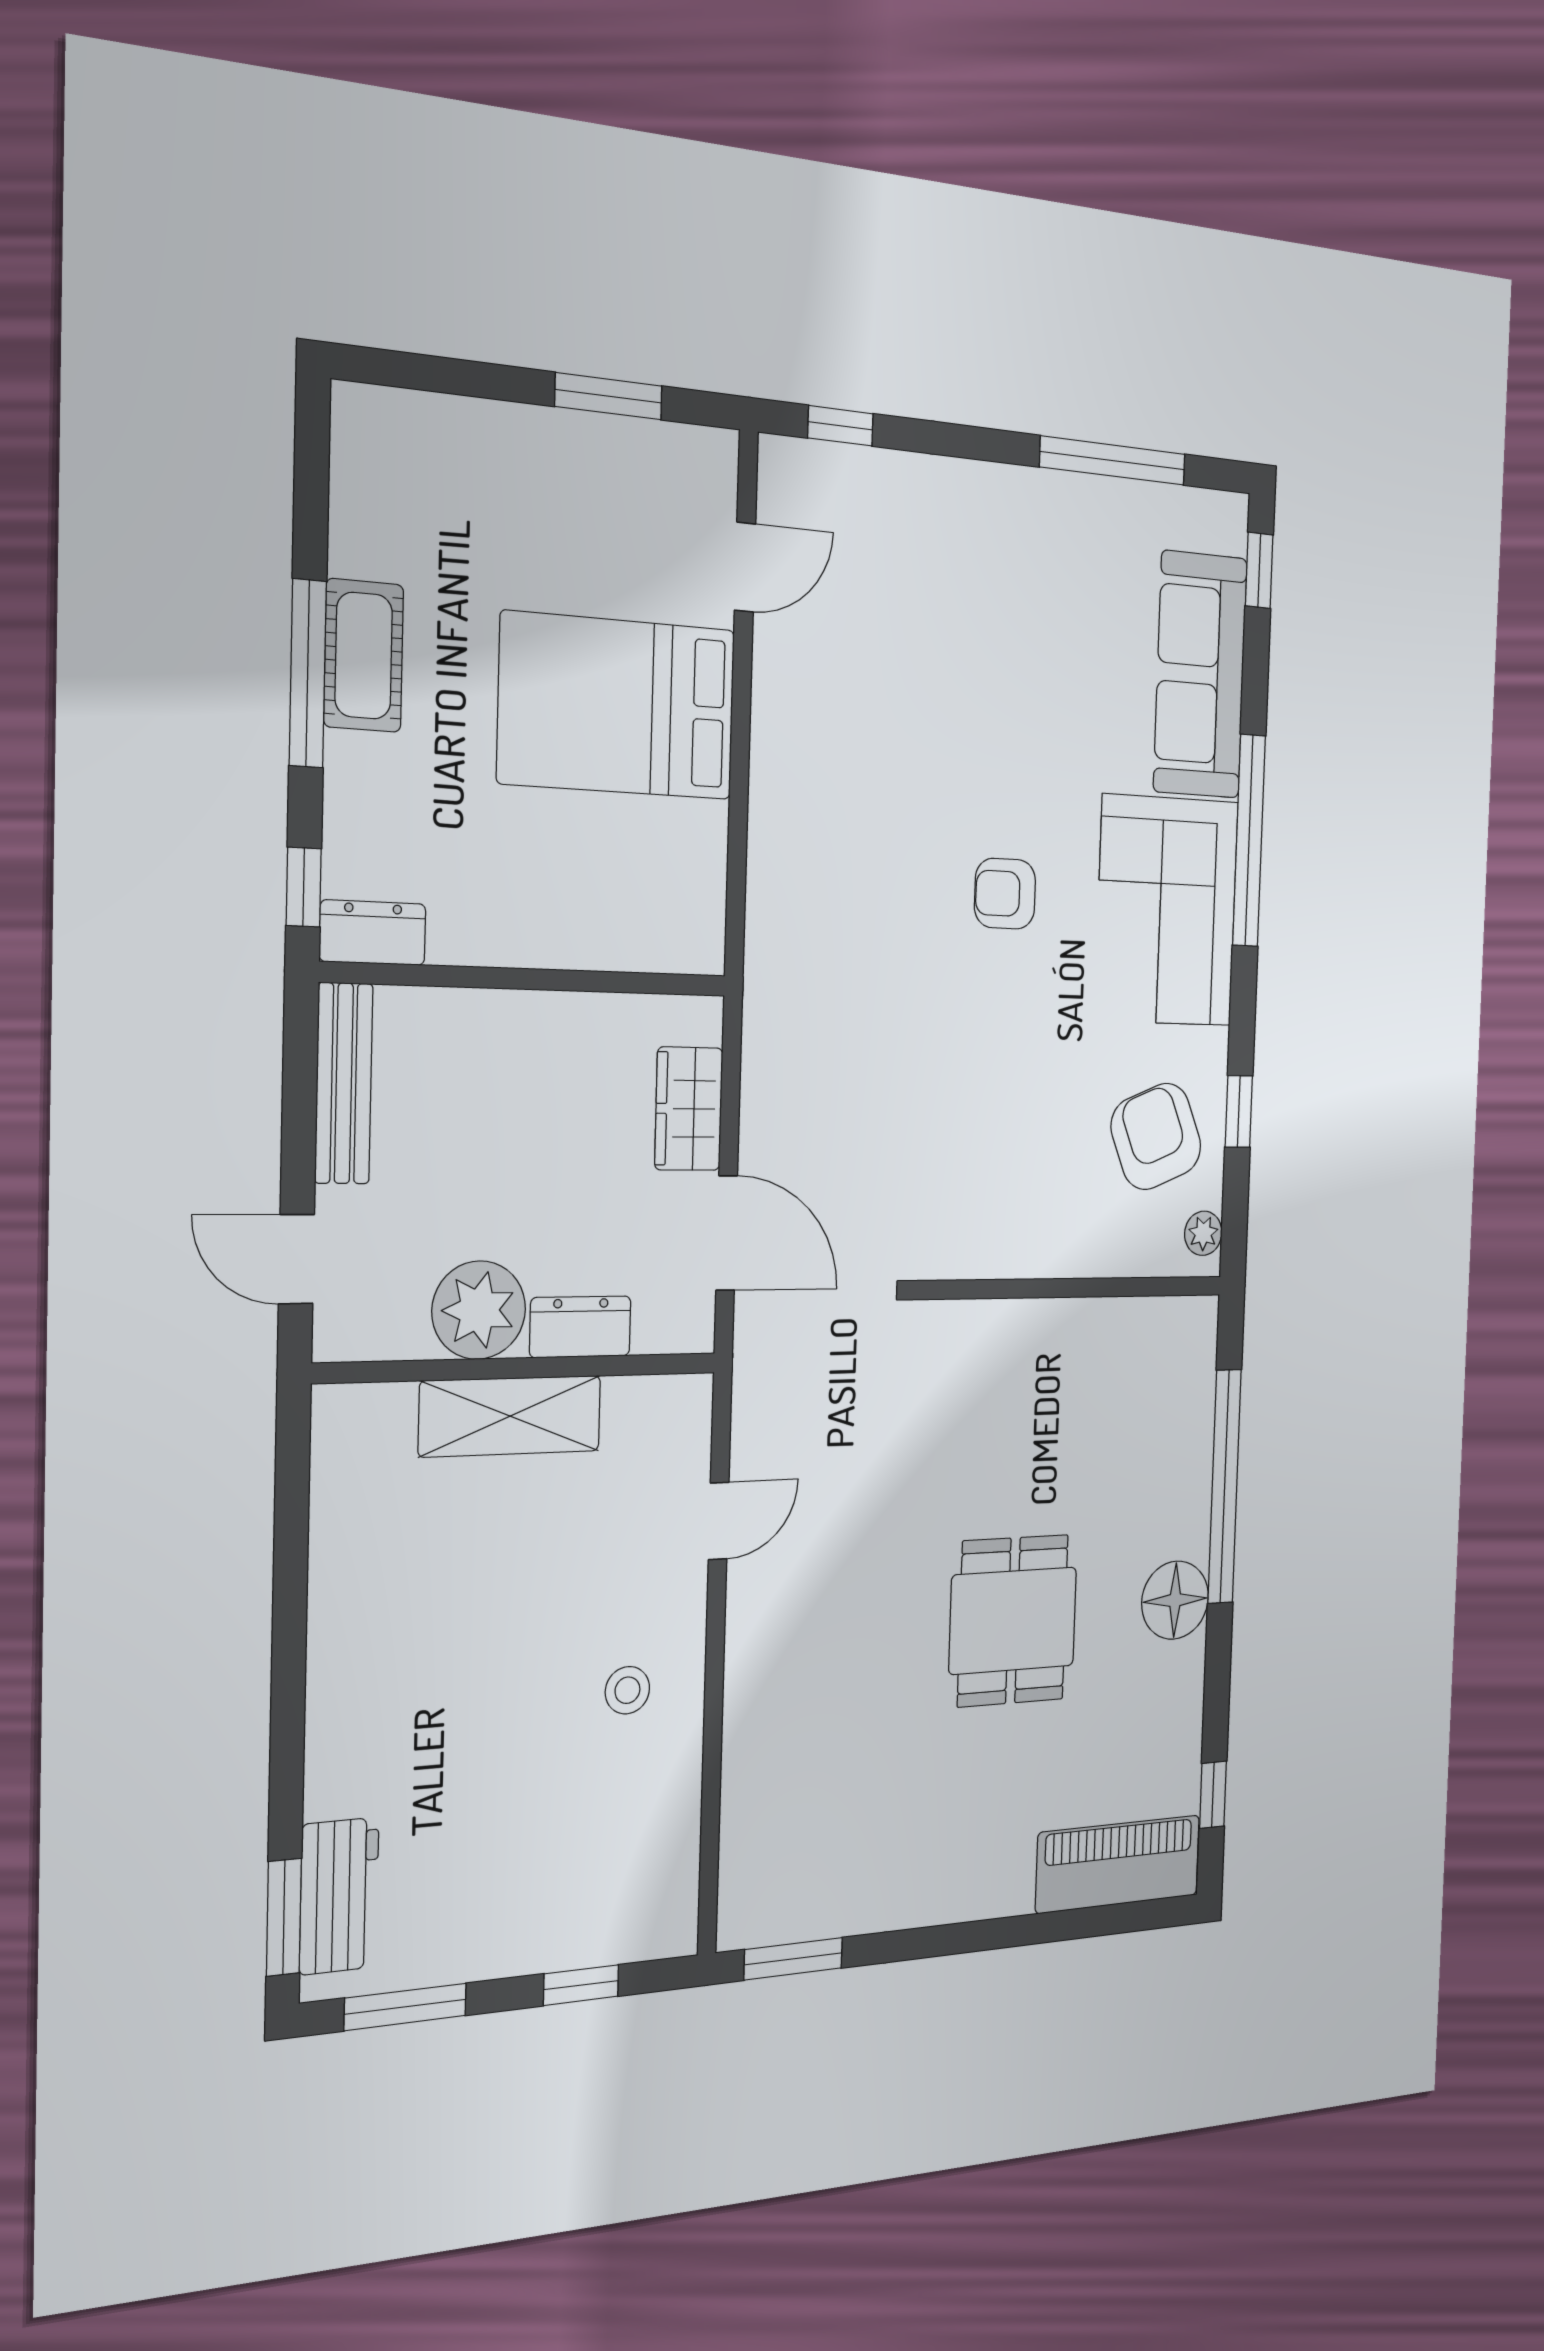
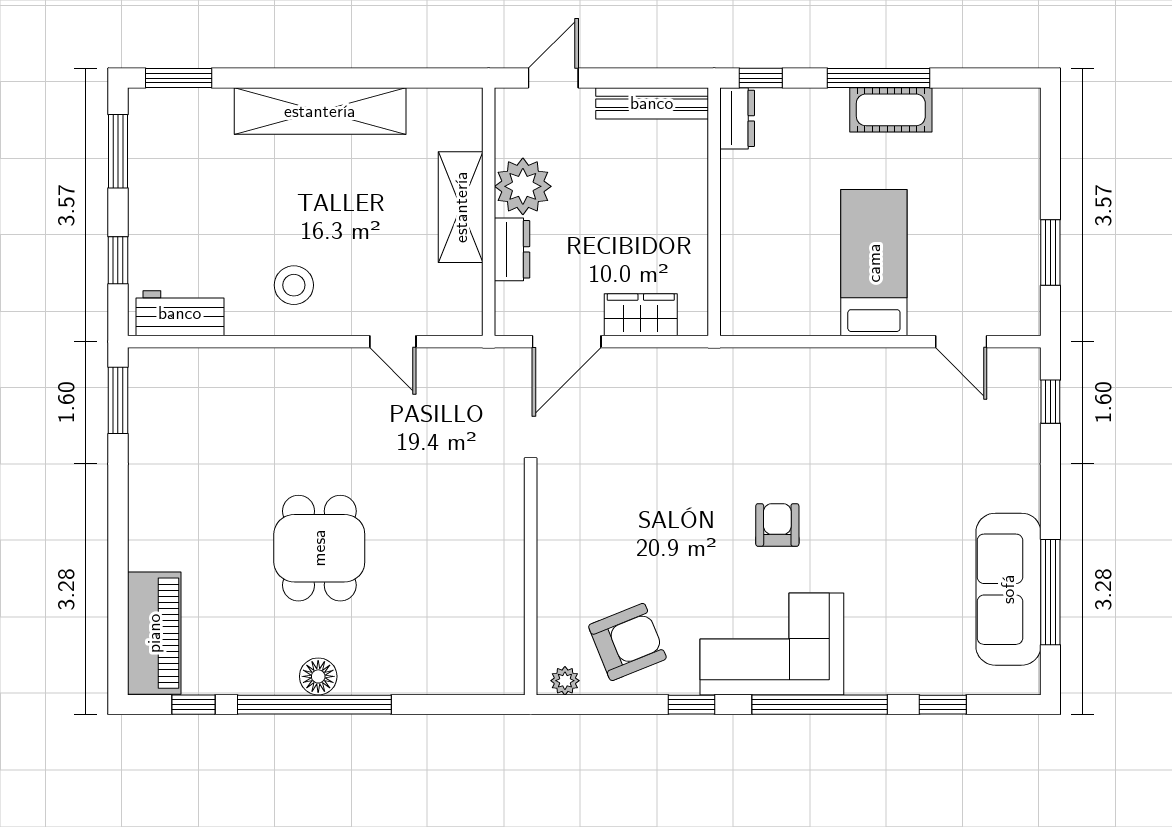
window: (1259, 570) -> (943, 705), moved
sofa: (1200, 675) -> (1008, 589), moved, turned -90
bed: (617, 706) -> (874, 263), width x0.67
window: (1239, 1111) -> (691, 705), moved
window: (1225, 1487) -> (314, 705), moved
floor lamp: (1175, 1600) -> (318, 676), width x0.73, depth x0.73
dining table: (1013, 1621) -> (319, 548), turned 90
shelving: (345, 1667) -> (320, 111), added
stool: (627, 1690) -> (294, 285), width x1.37, depth x1.37
workbench: (339, 1896) -> (180, 313), moved, turned 180

